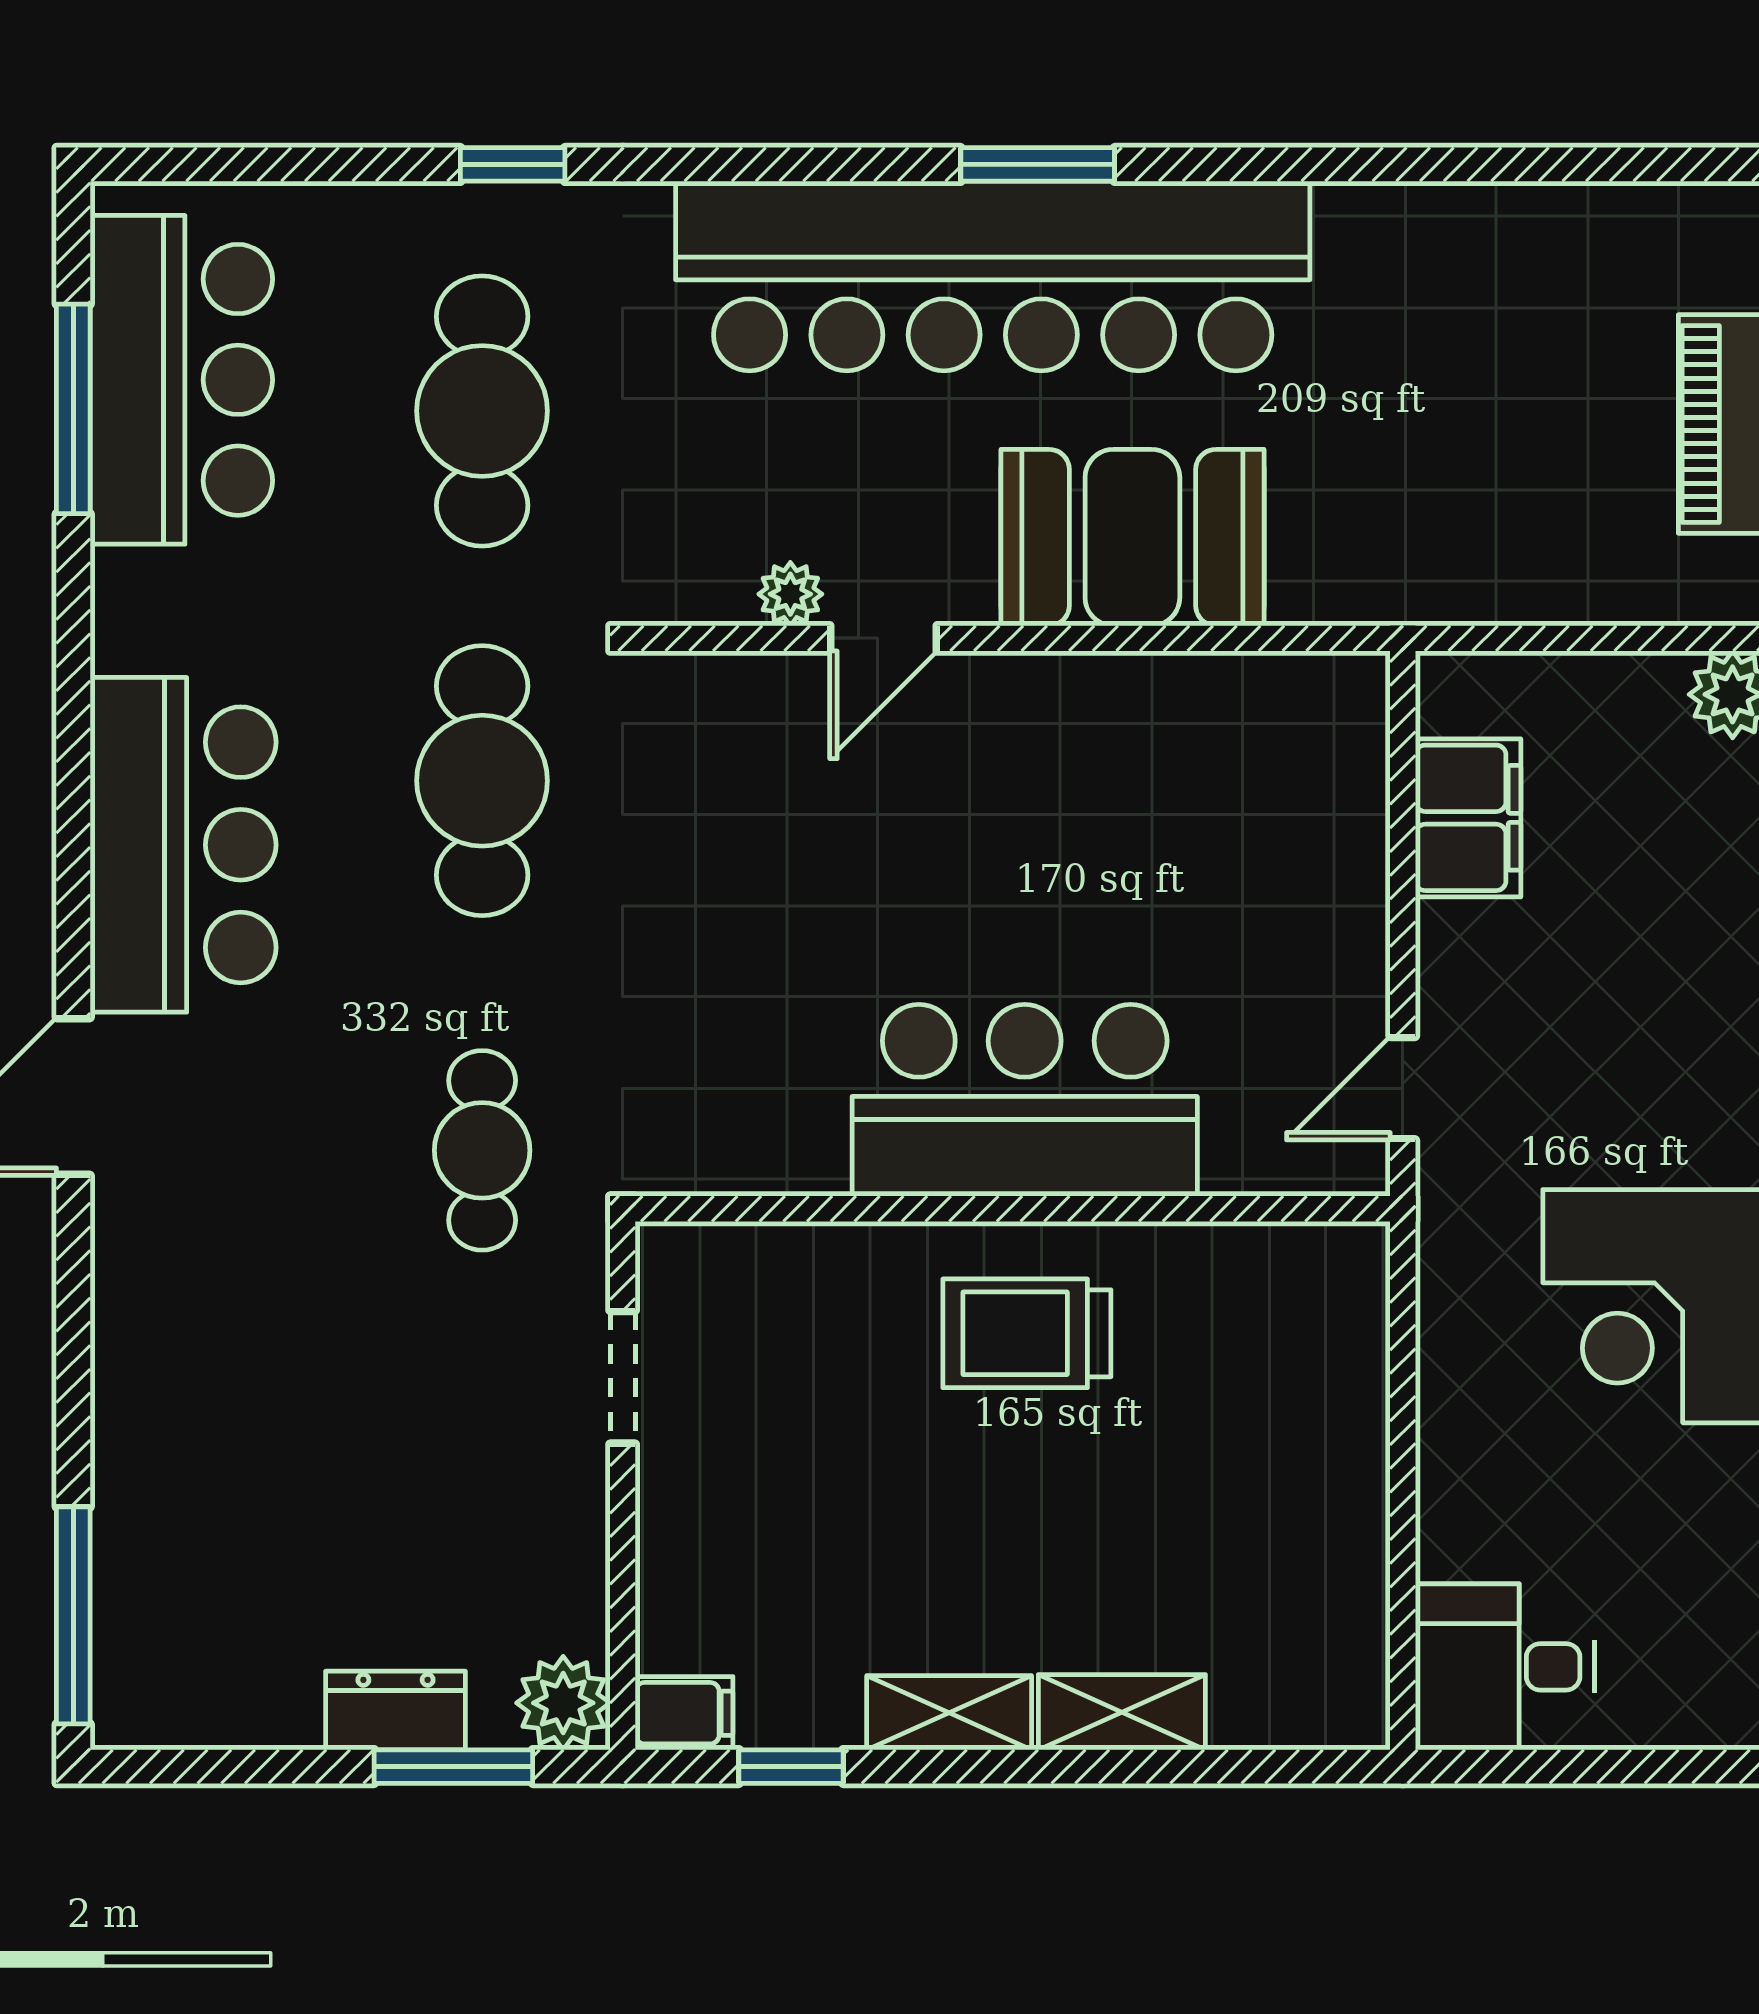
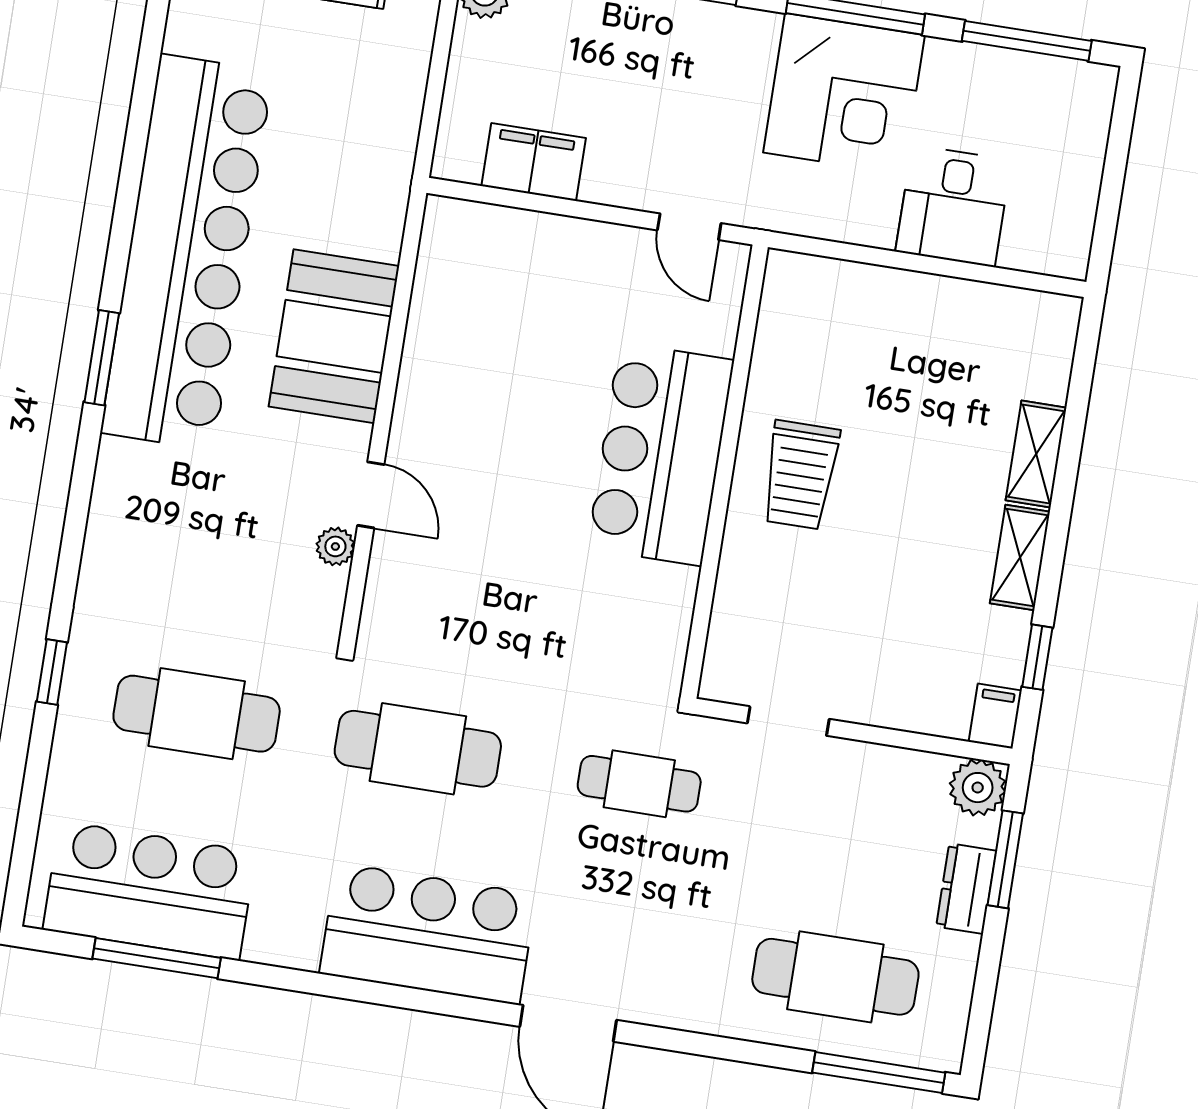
bar counter: (993, 276) -> (187, 252), moved
cafe table: (218, 1520) -> (835, 977), added
desk: (1505, 1667) -> (953, 206), moved

